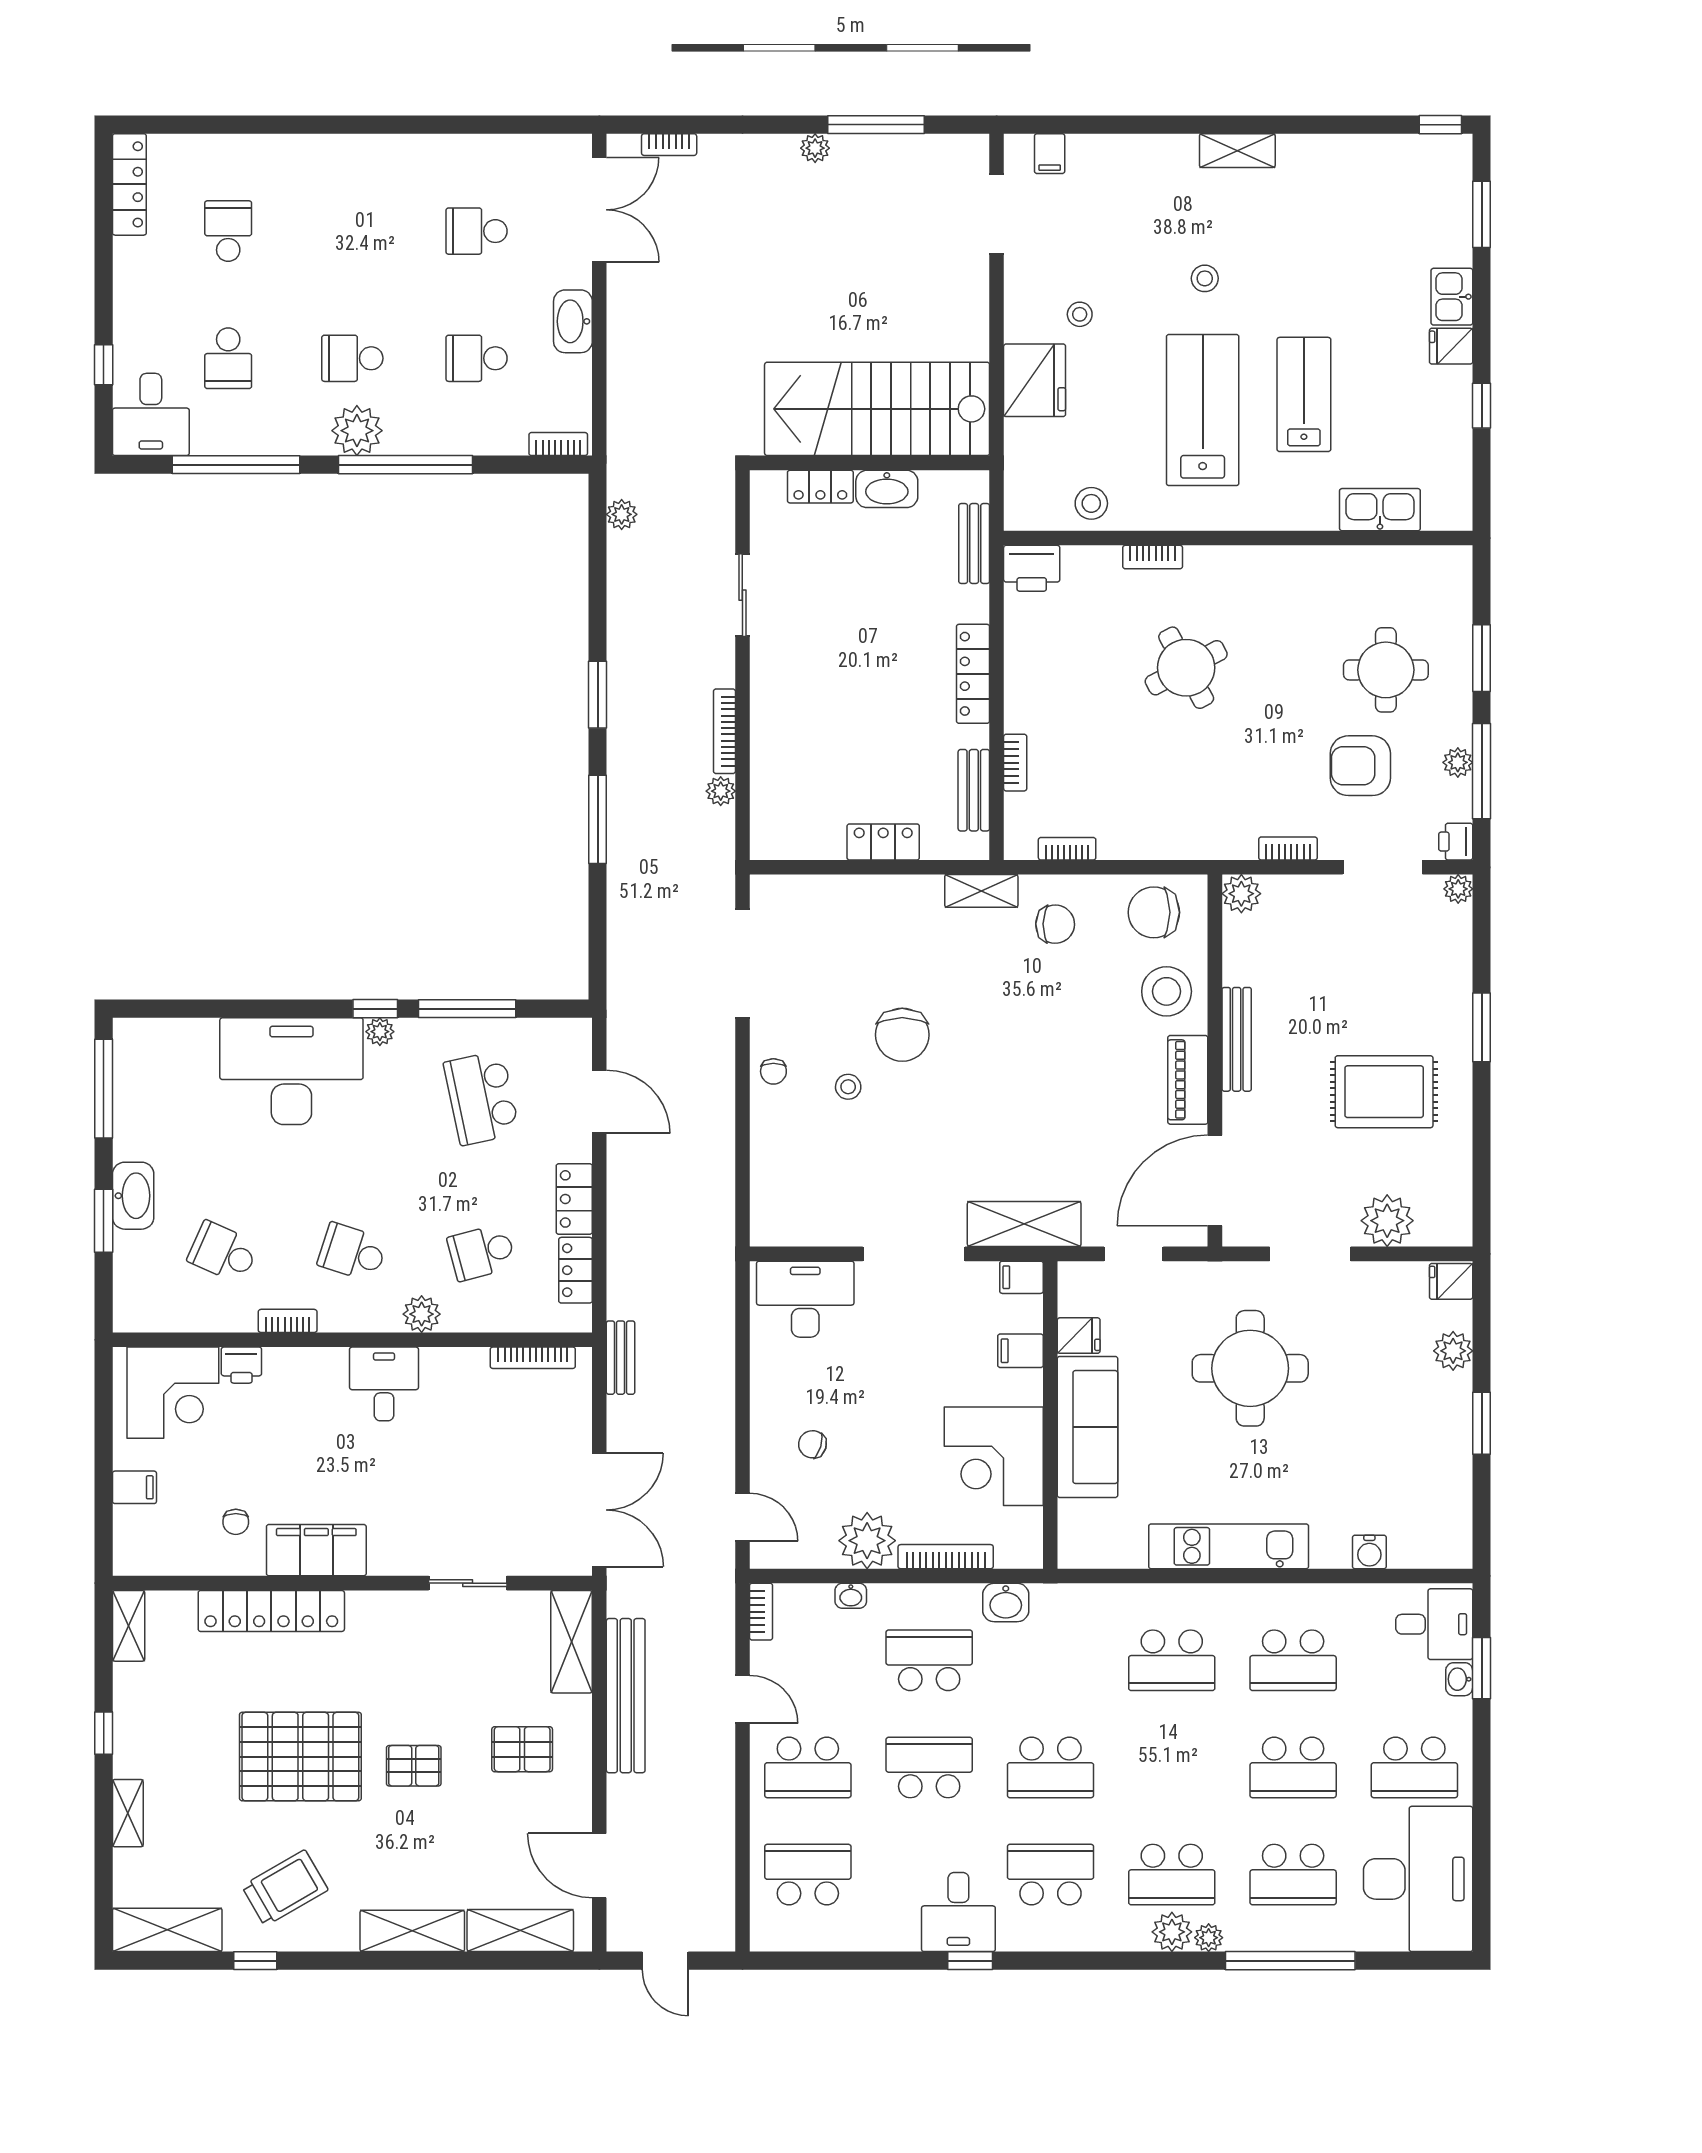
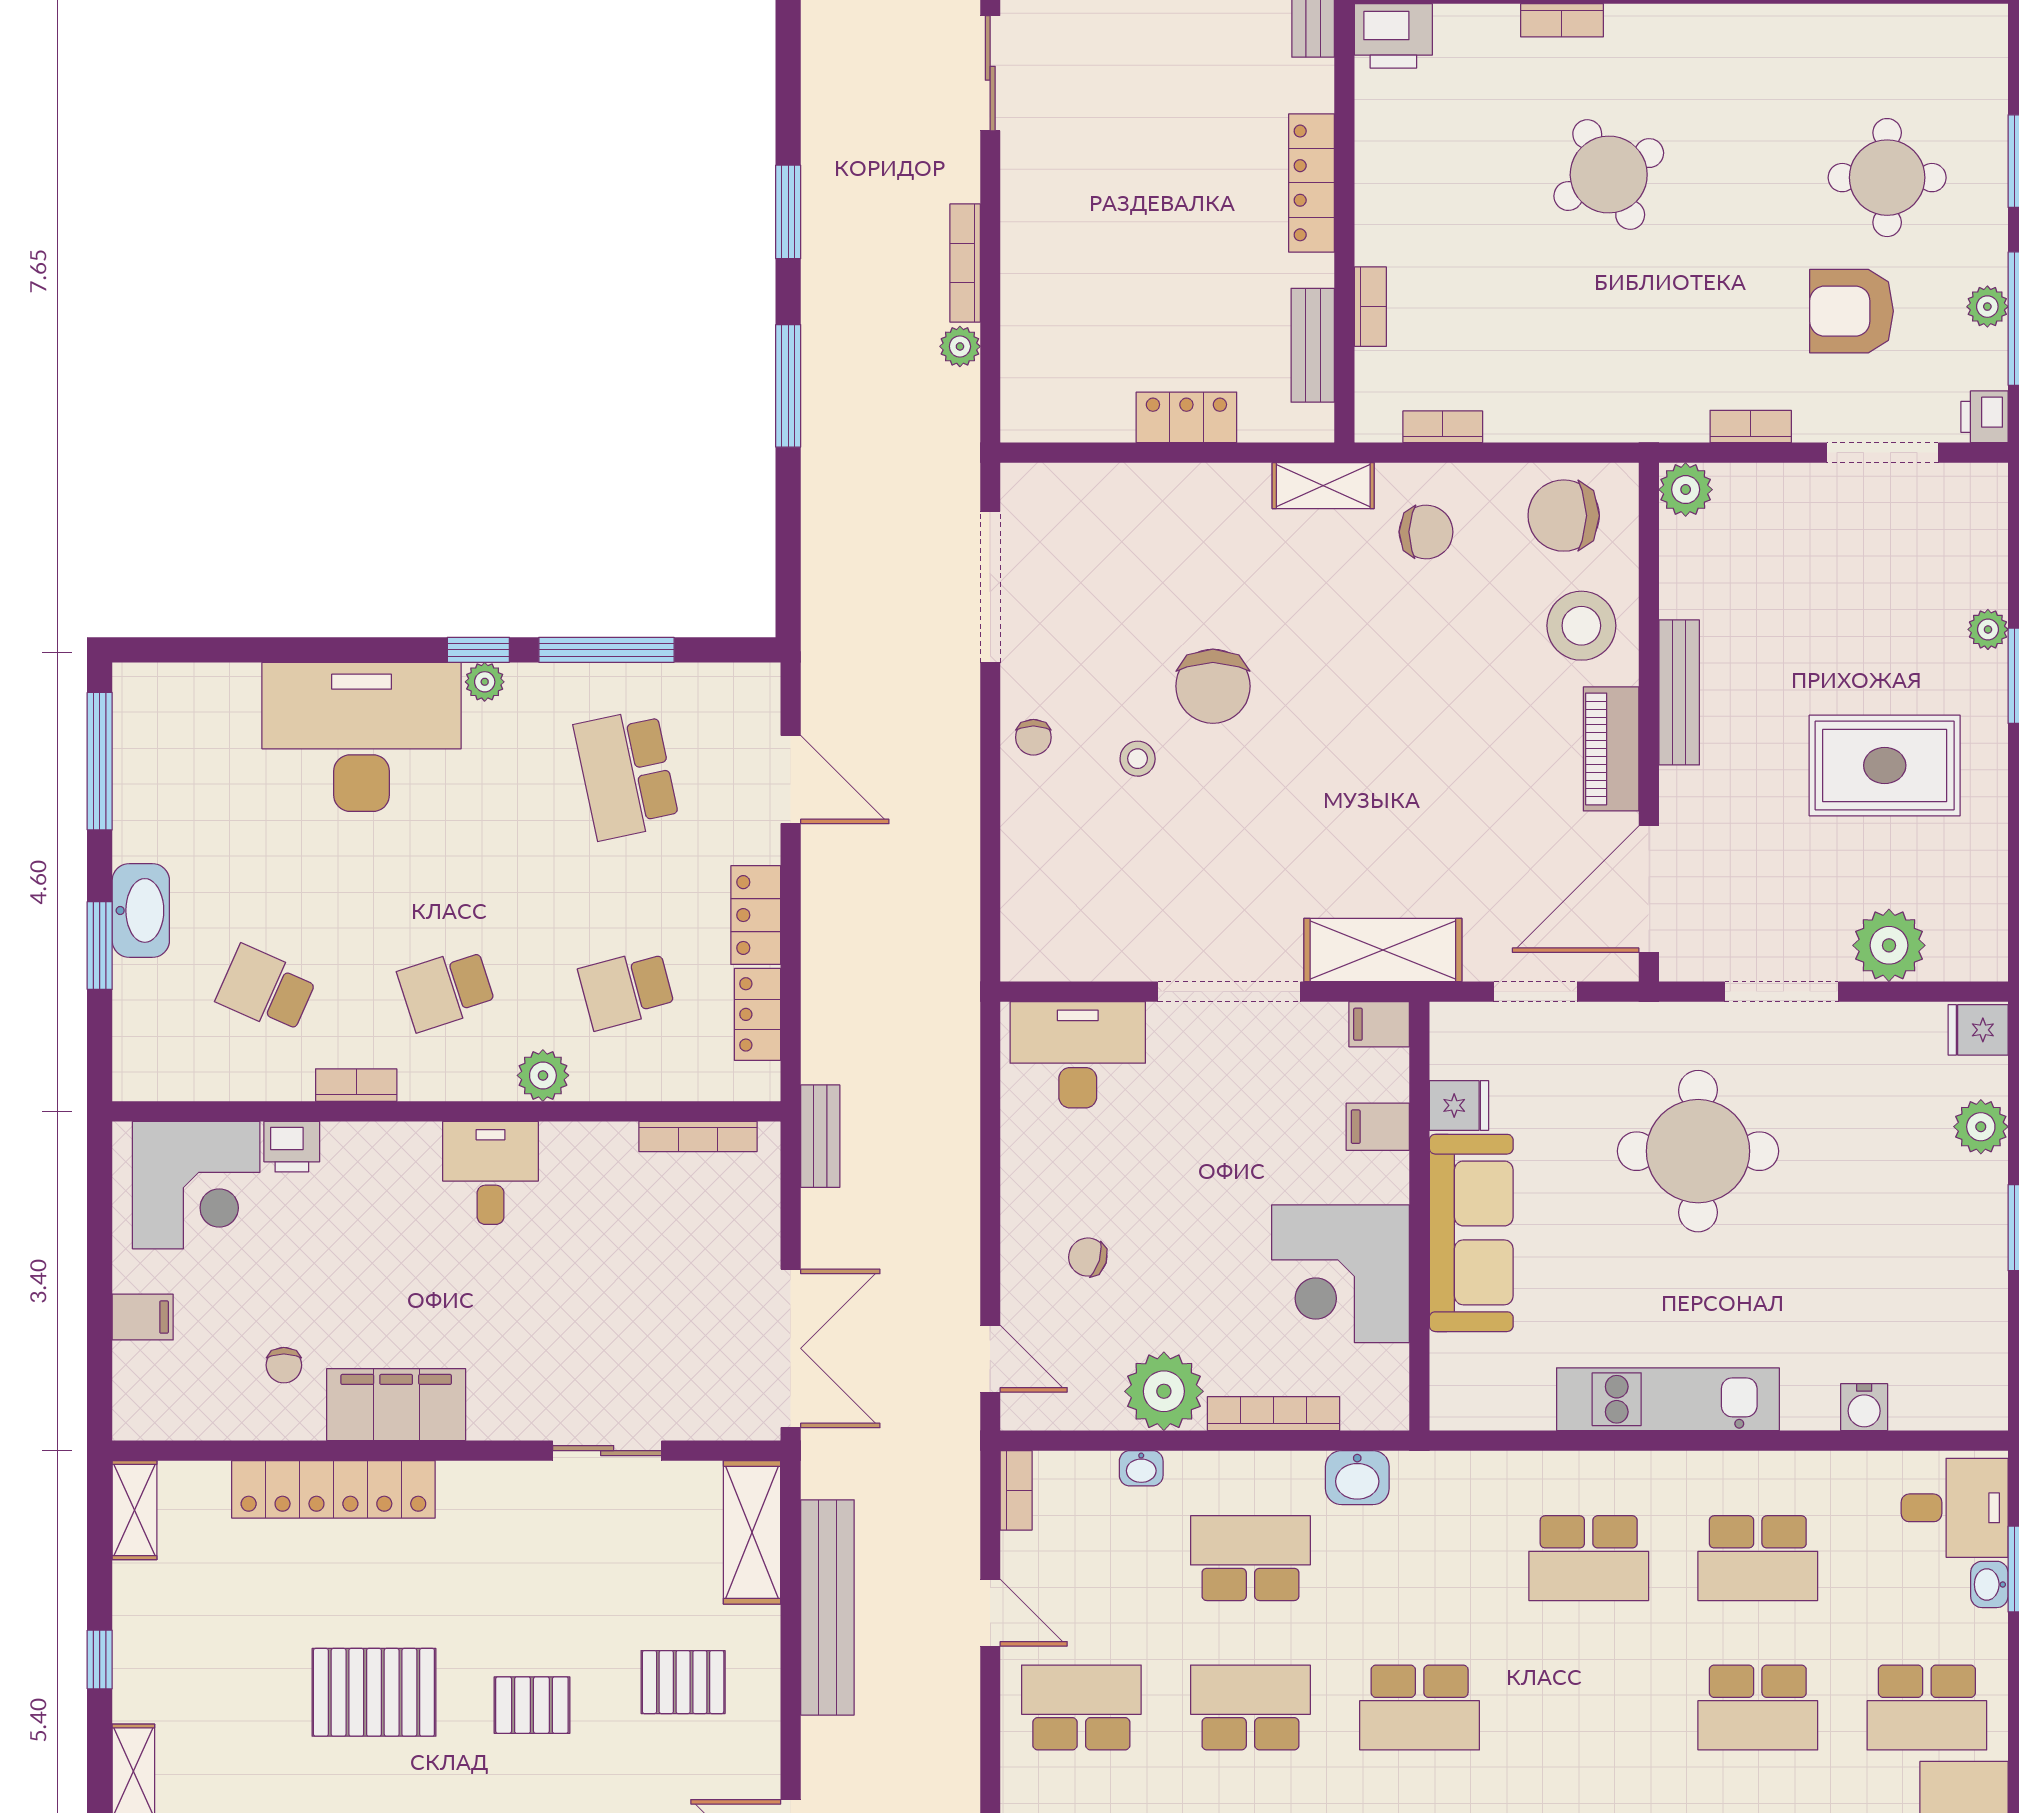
plant: (1458, 889) -> (1988, 629), moved
school desk: (352, 1252) -> (446, 989), turned -36
pallet: (300, 1757) -> (374, 1692), width x0.73, depth x0.71
school desk: (808, 1767) -> (1081, 1707), turned 180

